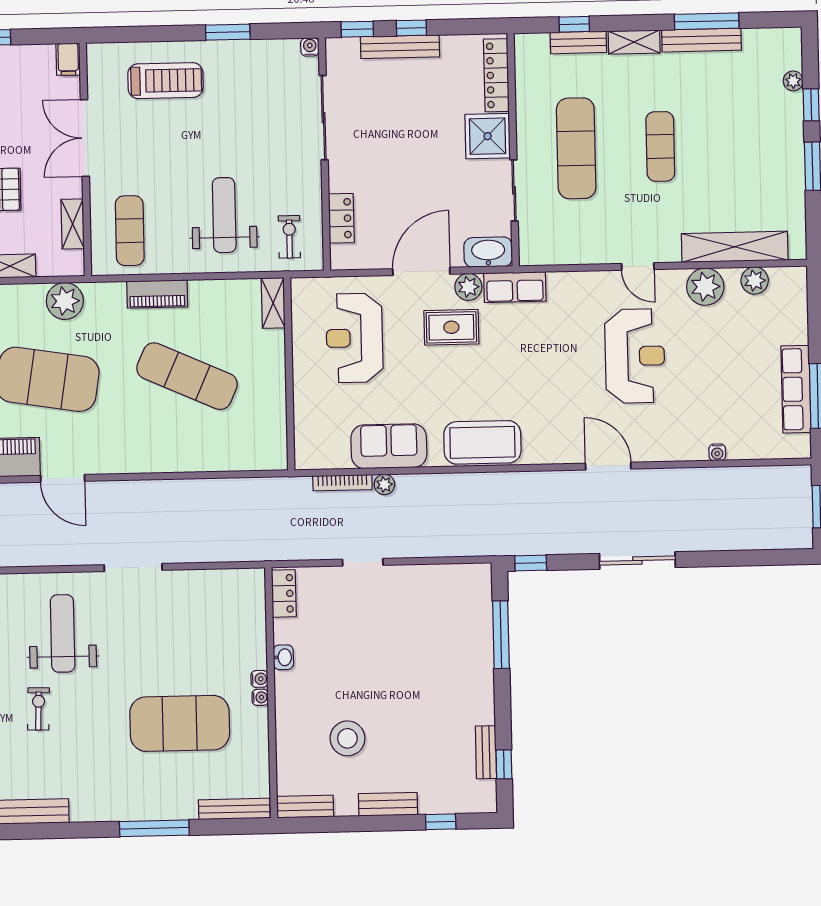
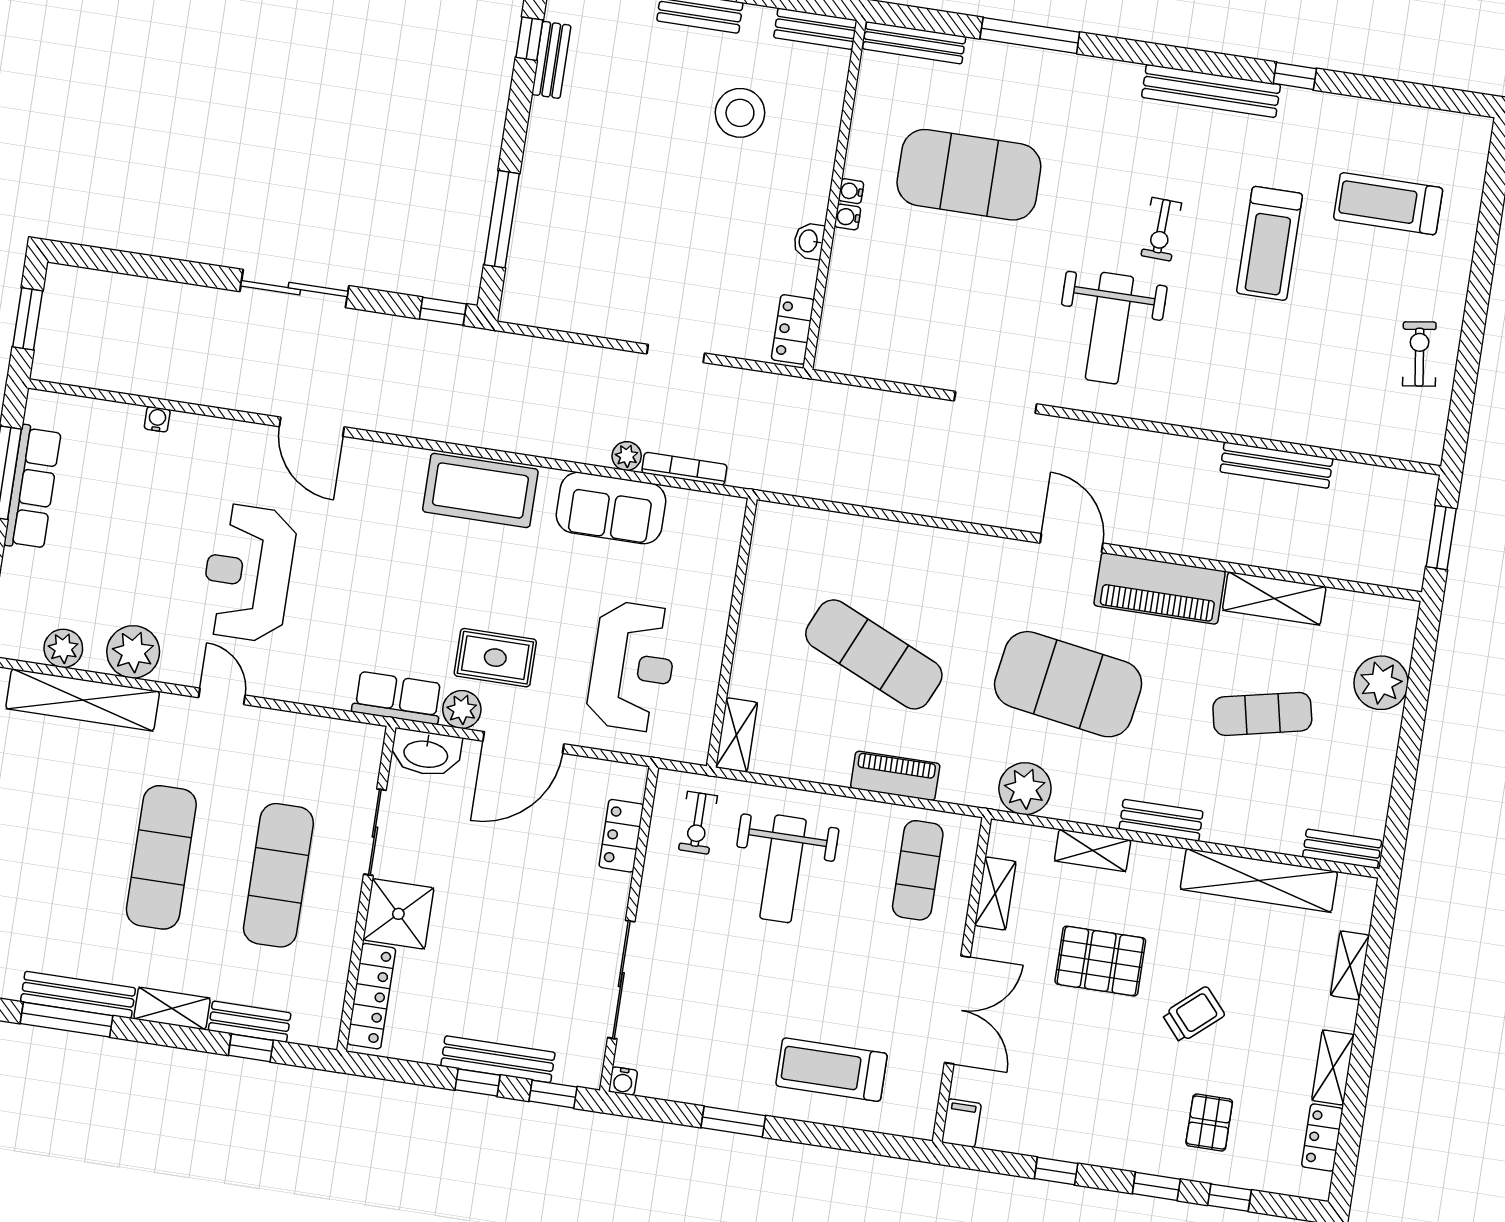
exercise mat: (660, 146) -> (161, 857), width x1.36, depth x1.45

